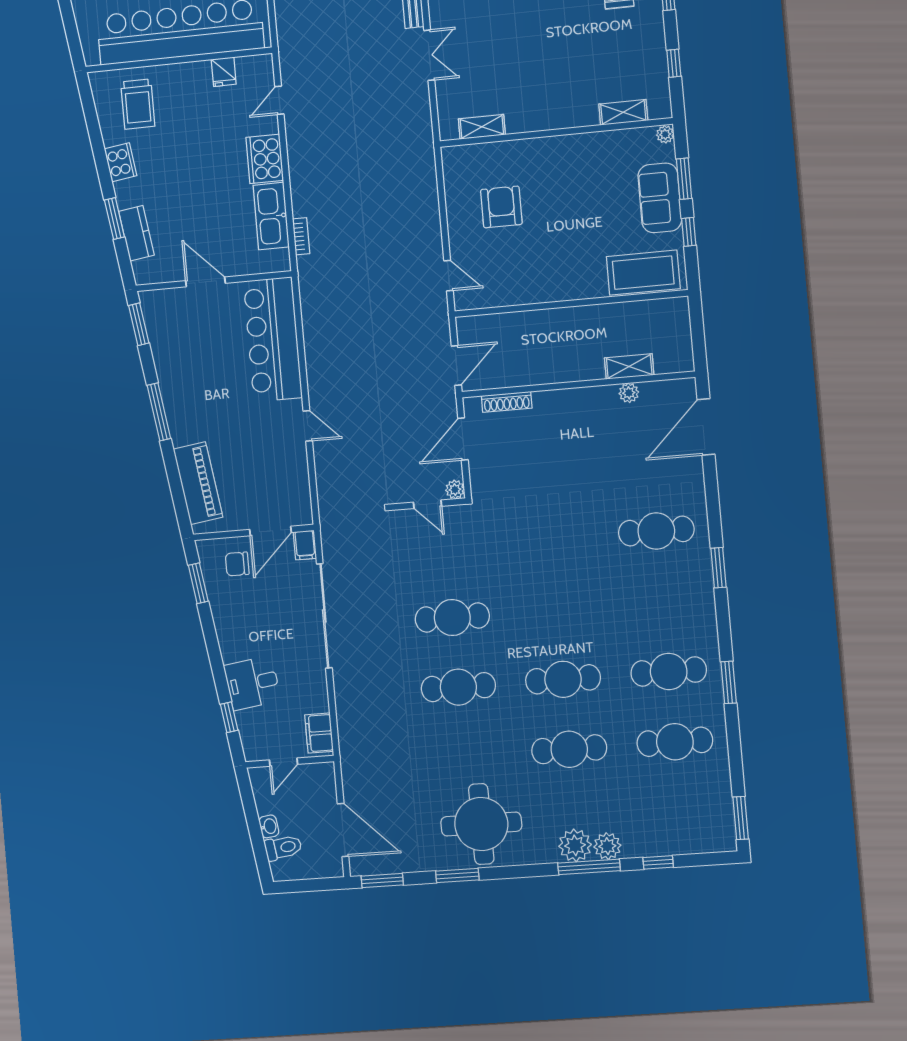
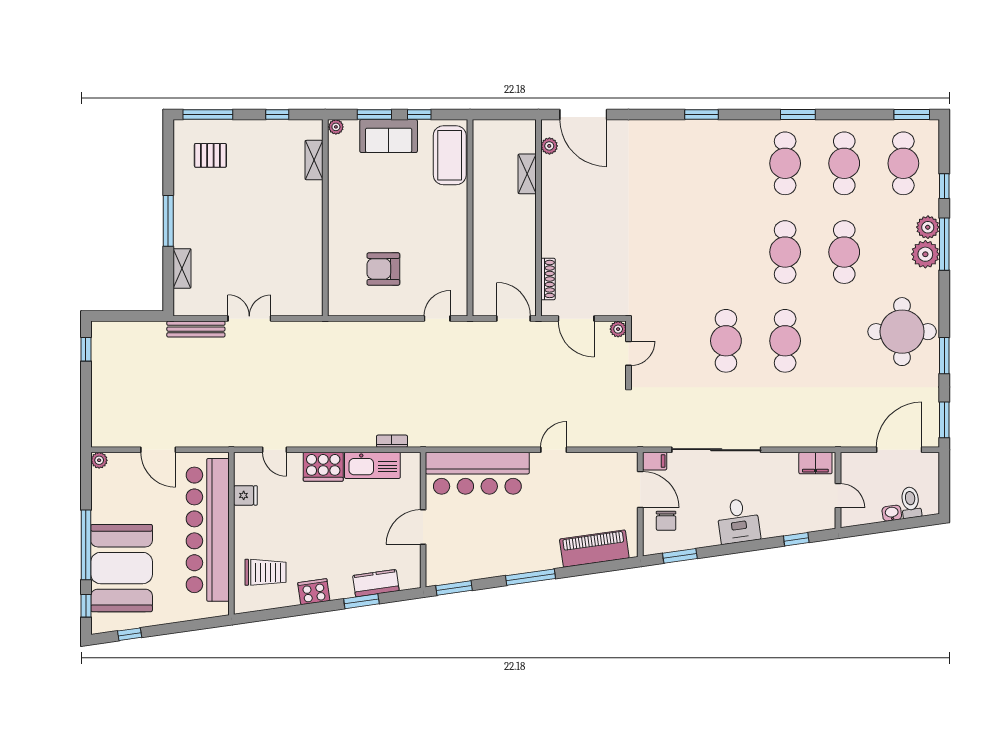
shelving: (482, 127) -> (314, 279), removed
plant: (629, 393) -> (549, 146), moved
cafe table: (656, 531) -> (903, 163), moved
desk: (252, 683) -> (738, 521), moved

